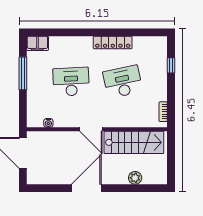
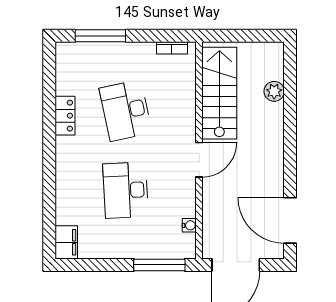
locker: (113, 43) -> (65, 116), width x0.66
window: (171, 65) -> (100, 36), width x2.17
window: (23, 73) -> (159, 265), moved
door: (86, 188) -> (290, 220), moved

